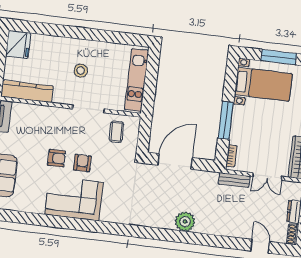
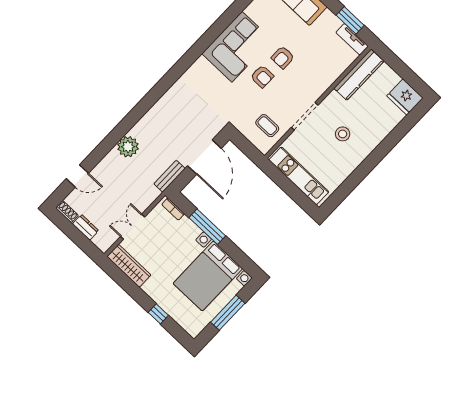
bed with nightstands: (263, 84) -> (208, 276), width x1.36
bench: (234, 180) -> (170, 176), moved
plant: (185, 222) -> (128, 147), moved

